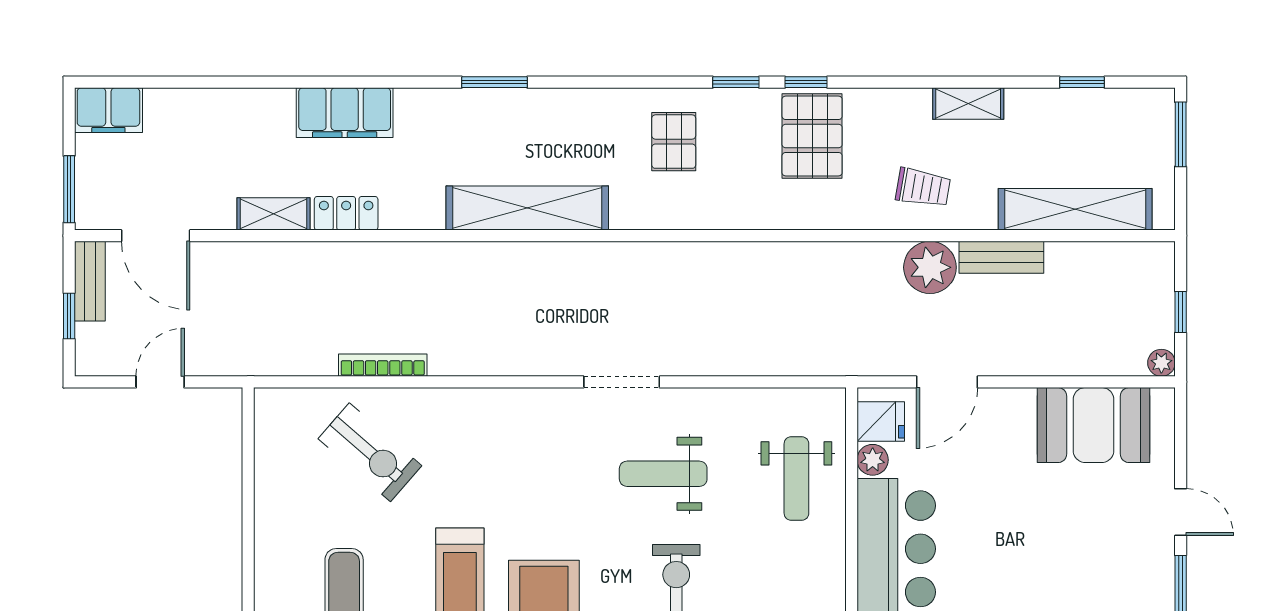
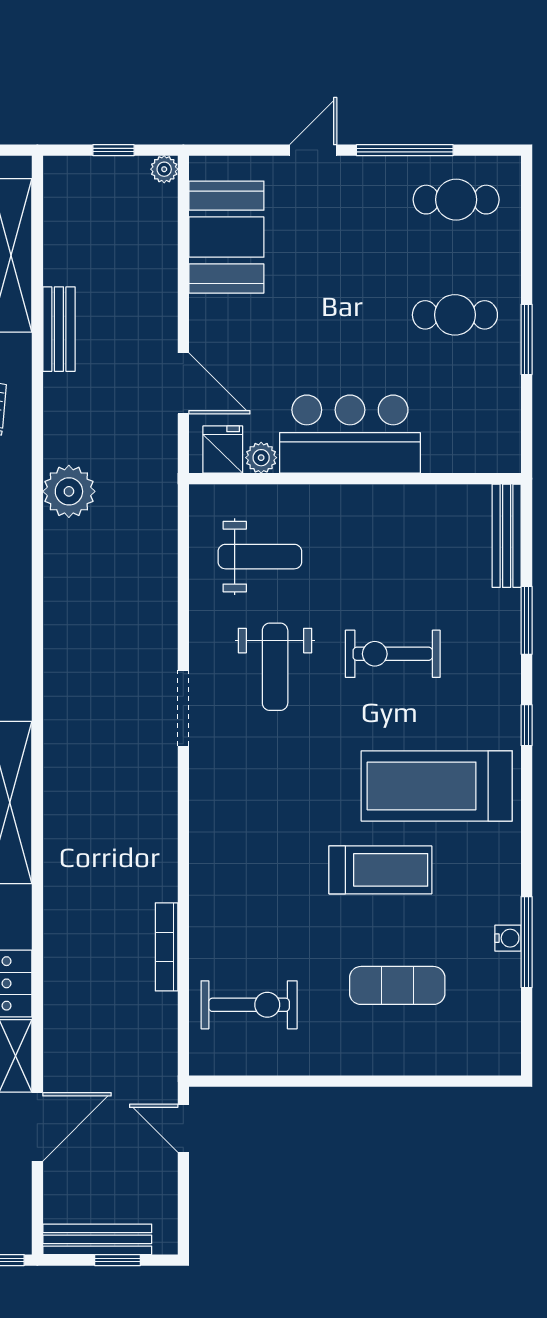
door: (156, 236) -> (37, 1127), moved
plant: (930, 267) -> (69, 491), moved
bench: (90, 281) -> (97, 1239), width x1.36
door: (160, 382) -> (183, 1128), moved
exercise bike: (370, 452) -> (249, 1005), moved, turned 49
weight bench: (796, 479) -> (260, 557), moved

